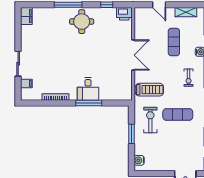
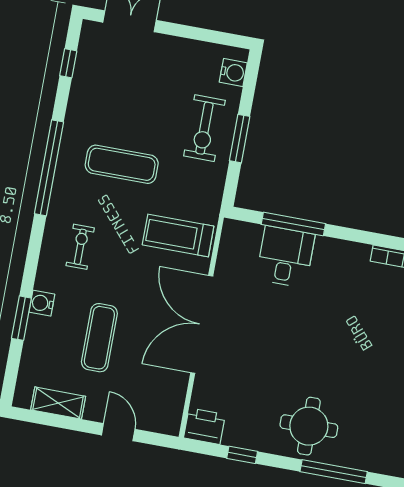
double door: (133, 55) -> (202, 324), width x1.36
desk: (88, 89) -> (285, 257), moved
window: (89, 103) -> (293, 224), moved
exercise bike: (150, 120) -> (204, 128), moved

